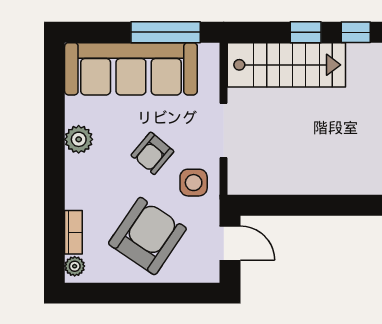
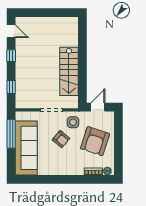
window: (306, 32) -> (11, 87), moved
stairs: (286, 65) -> (69, 71), moved, turned 180
plant: (79, 139) -> (55, 169), removed
armchair: (147, 236) -> (95, 141), turned -106

